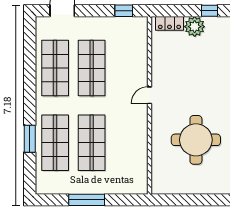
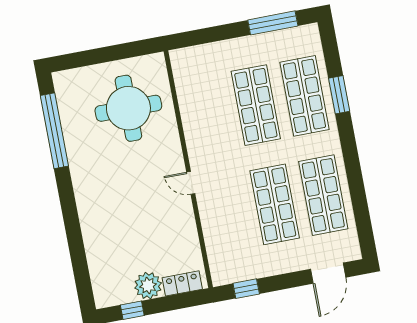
door: (149, 95) -> (191, 183), swing flipped
round table: (196, 140) -> (128, 108), moved
window: (87, 200) -> (273, 23), moved

